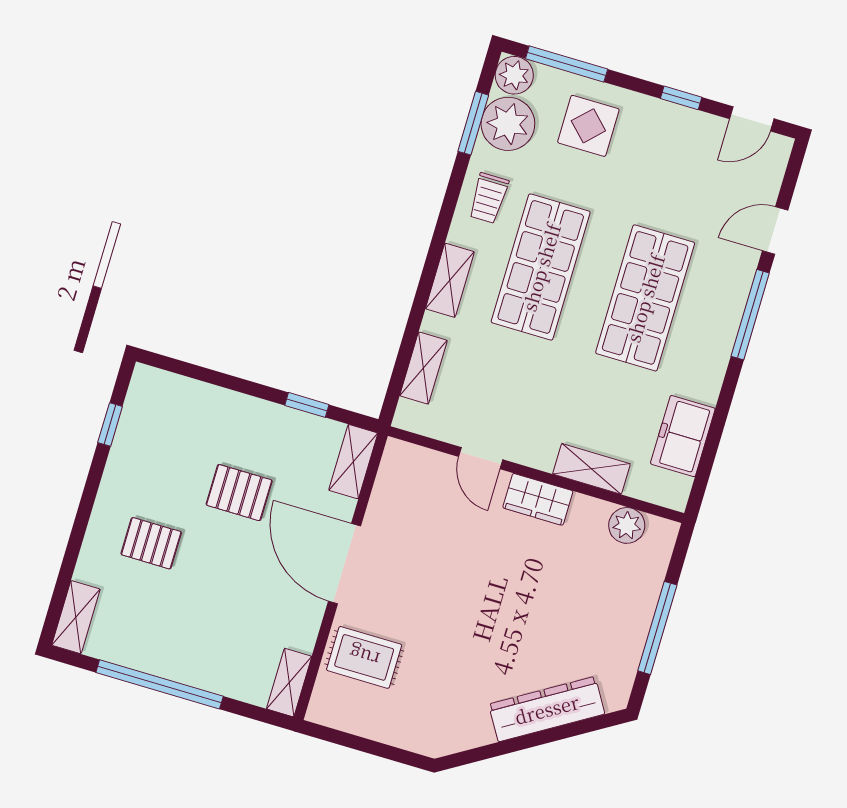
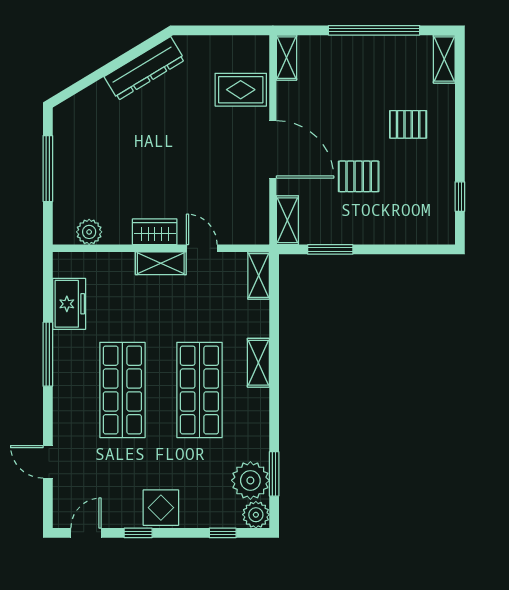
window: (567, 64) -> (223, 533), width x0.46
display table: (588, 126) -> (161, 508), moved
trolley: (489, 198) -> (249, 426), removed
door: (775, 230) -> (48, 462), swing flipped
window: (750, 315) -> (48, 354), moved
shelving: (423, 368) -> (259, 275), moved
window: (307, 405) -> (330, 249), width x1.50
shelving: (591, 469) -> (161, 263), moved
dresser: (547, 709) -> (144, 68), moved

